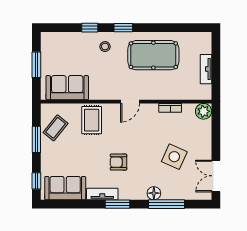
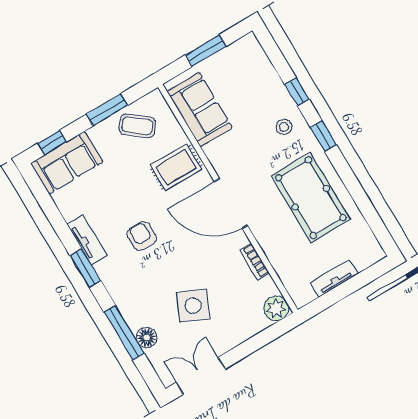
door: (130, 102) -> (231, 204), width x1.88
sofa: (65, 188) -> (67, 163), moved, turned 90
floor lamp: (154, 193) -> (147, 338), moved

